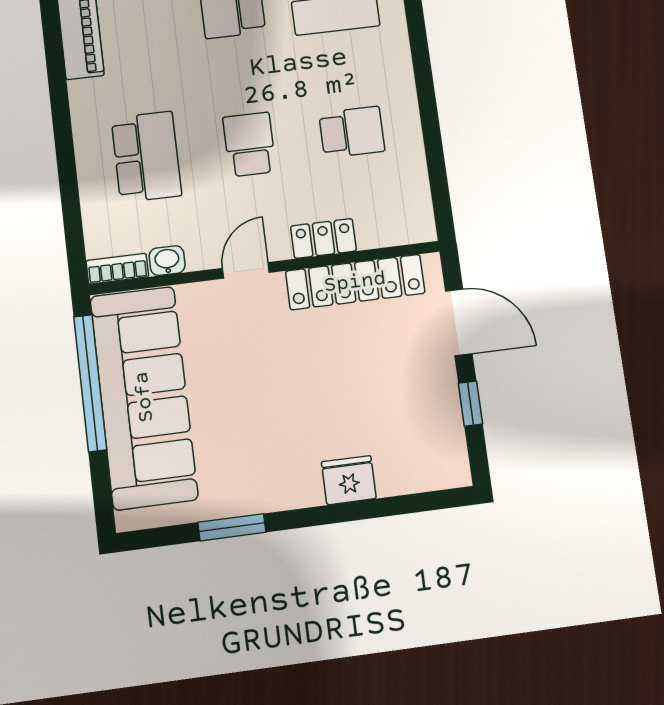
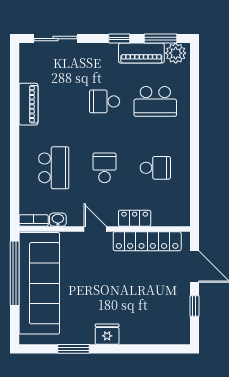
door: (246, 270) -> (95, 229), hinge flipped
fridge: (349, 480) -> (107, 334), moved

